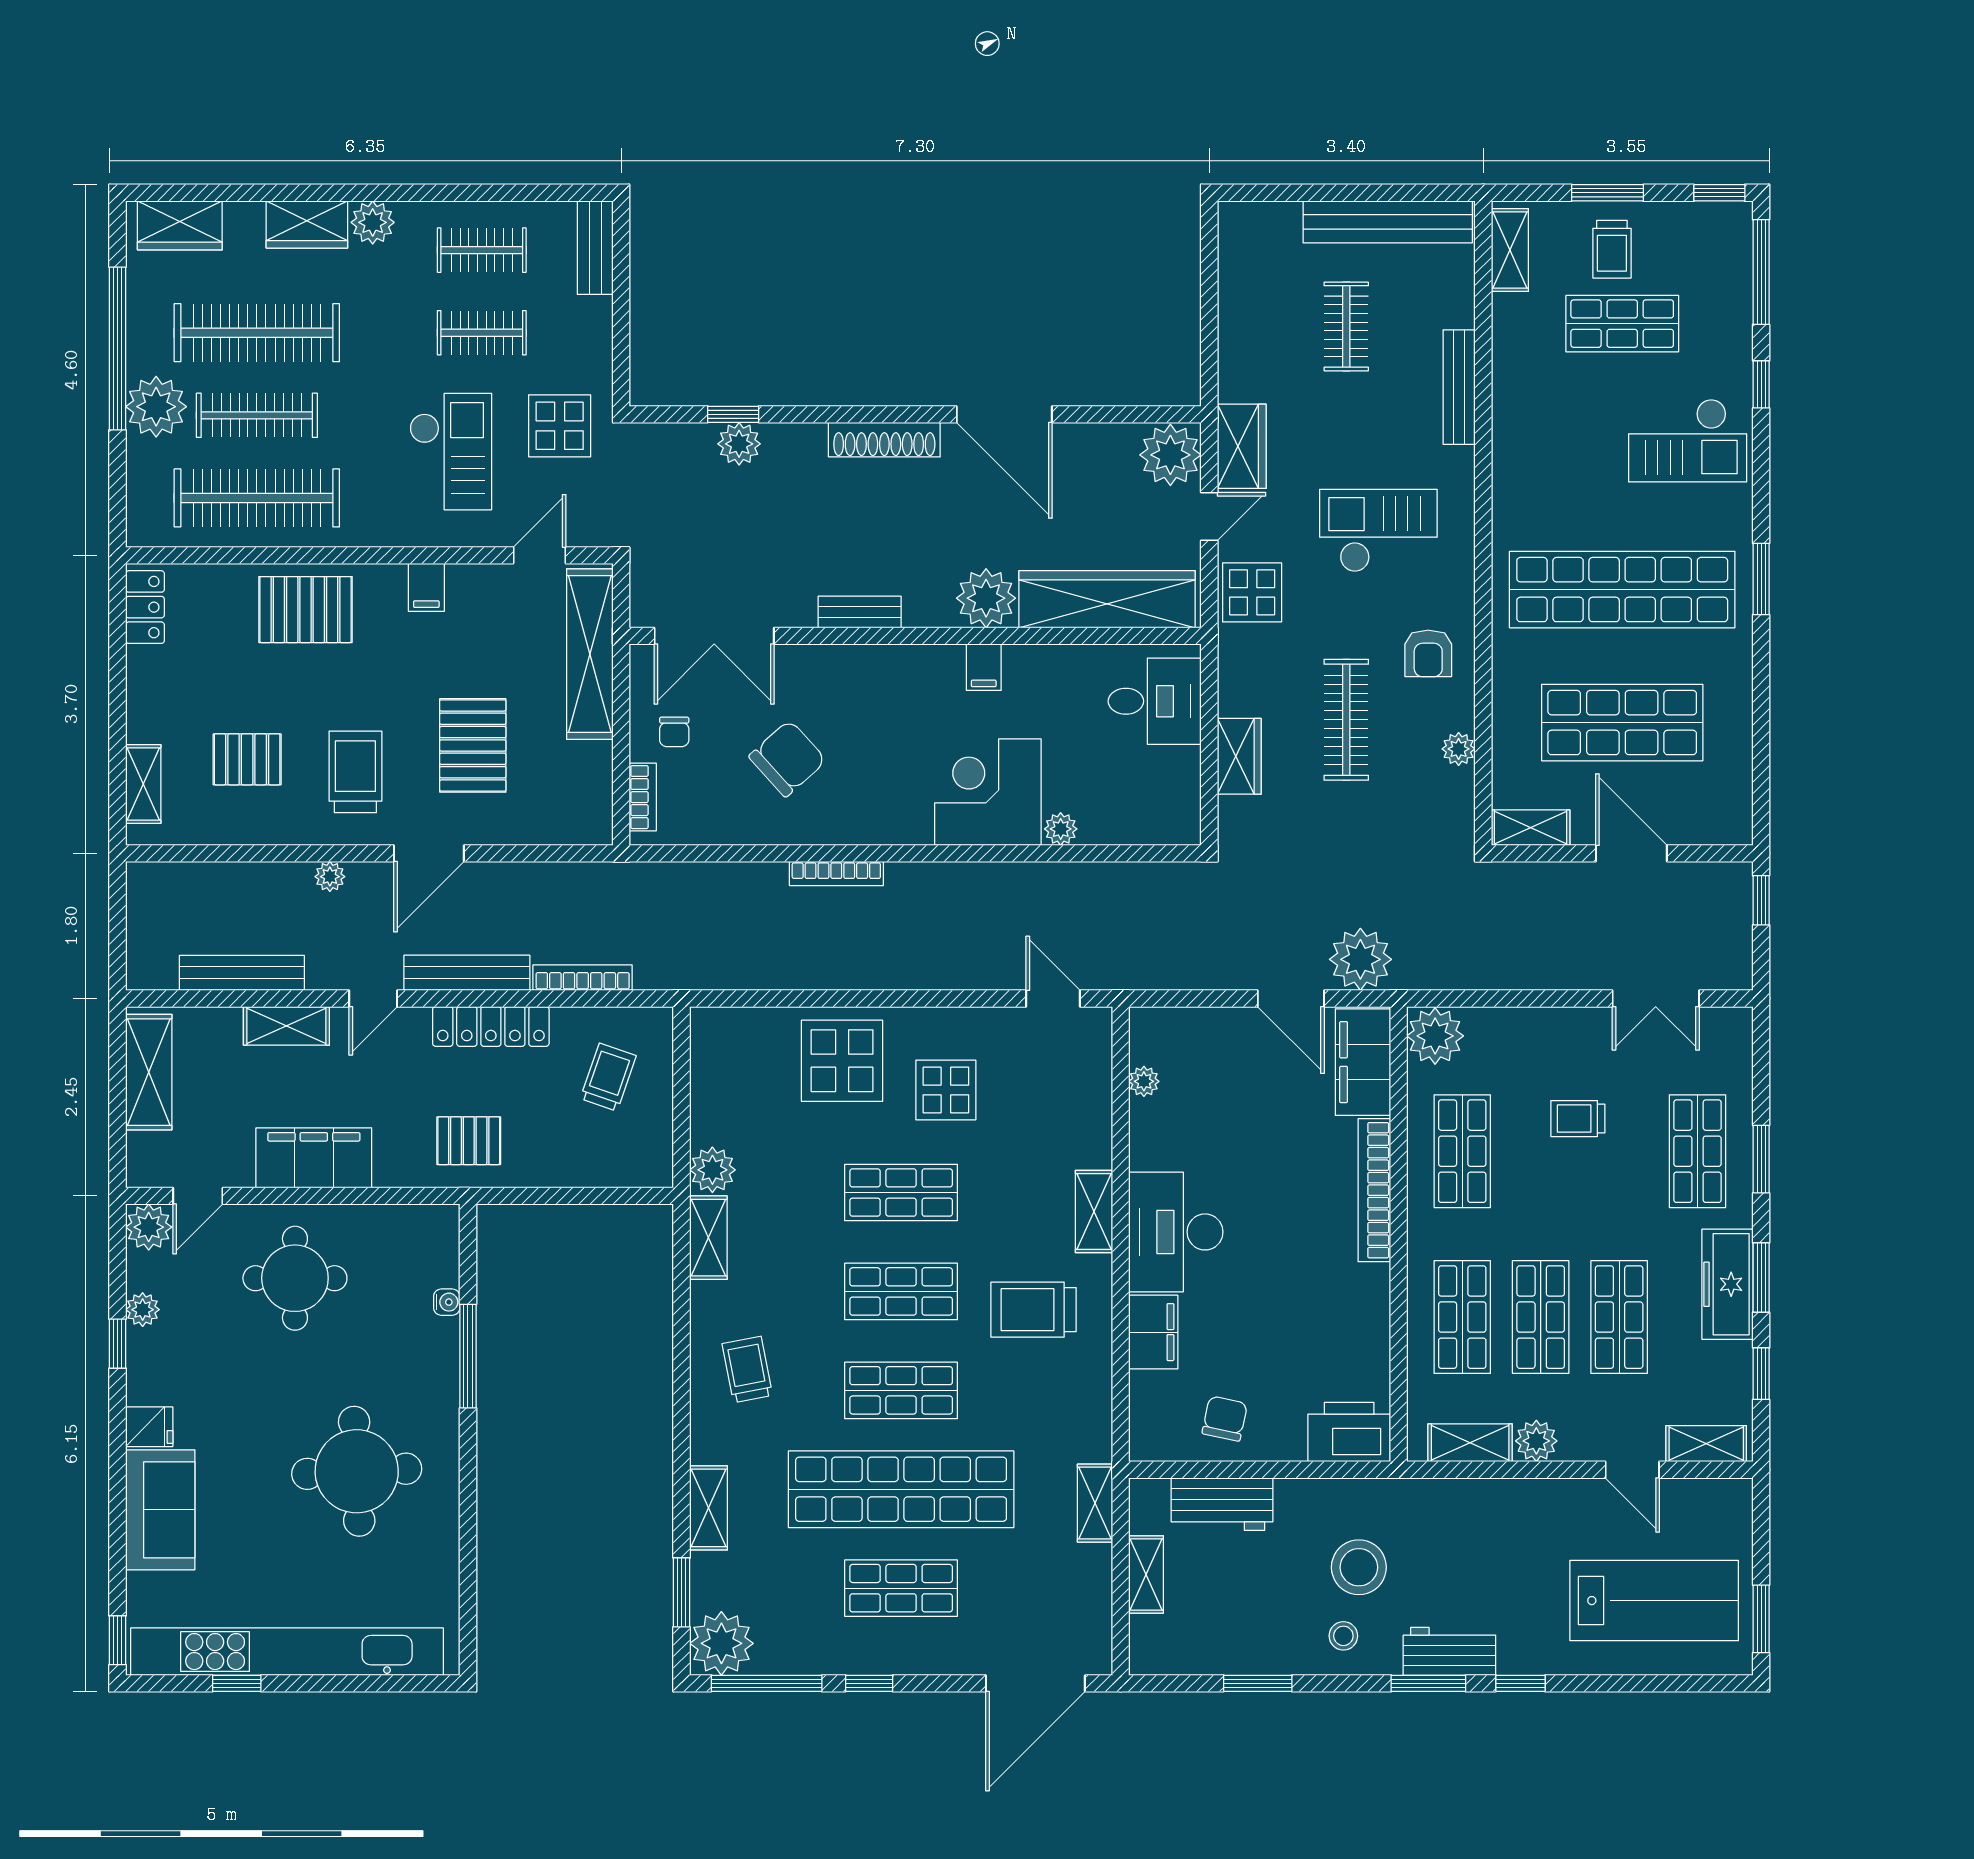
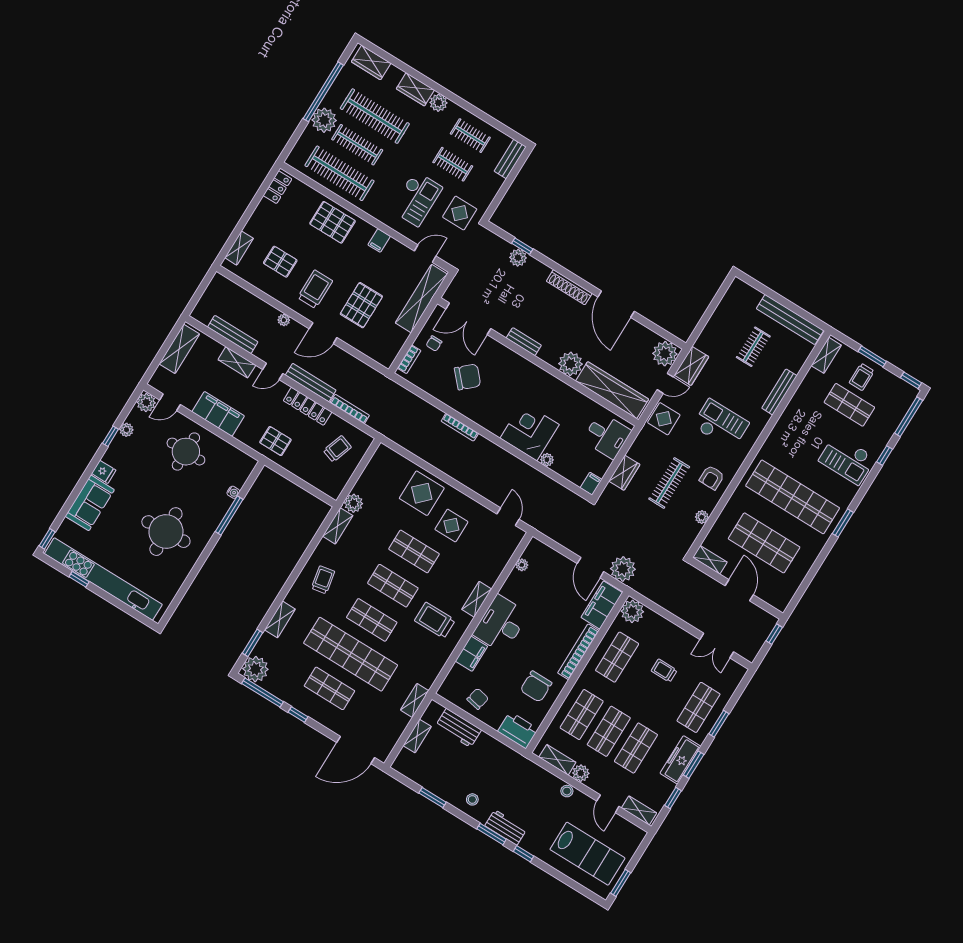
filing cabinet: (984, 667) -> (591, 484), moved, turned 180
chair: (1331, 1317) -> (536, 687), added
stool: (1359, 1567) -> (567, 791), moved, width x0.53, depth x0.53

